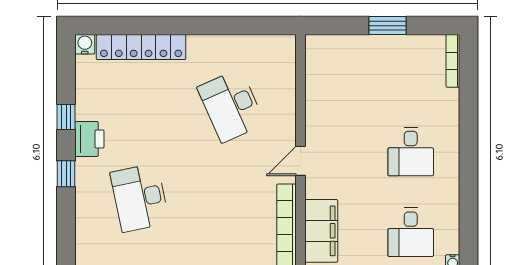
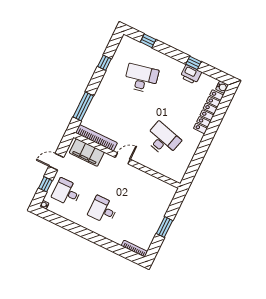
desk: (231, 106) -> (163, 139), turned 39
printer: (89, 139) -> (191, 74), moved
door: (300, 161) -> (123, 158), hinge flipped
window: (66, 174) -> (148, 41), moved

